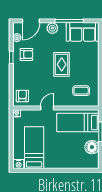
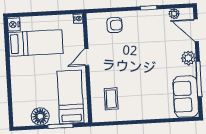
armchair: (26, 54) -> (153, 27), removed
rug: (62, 64) -> (143, 72), removed
armchair: (22, 96) -> (114, 25), moved
door: (47, 108) -> (87, 57), swing flipped

